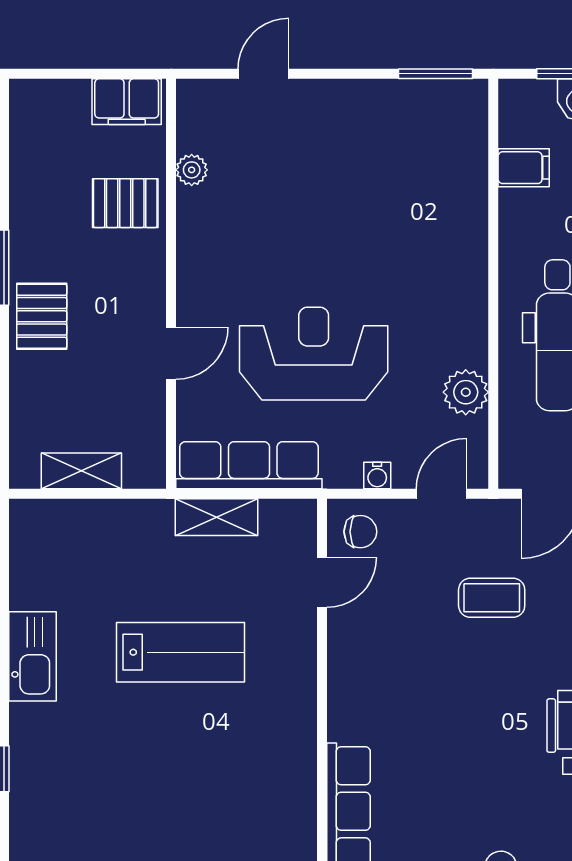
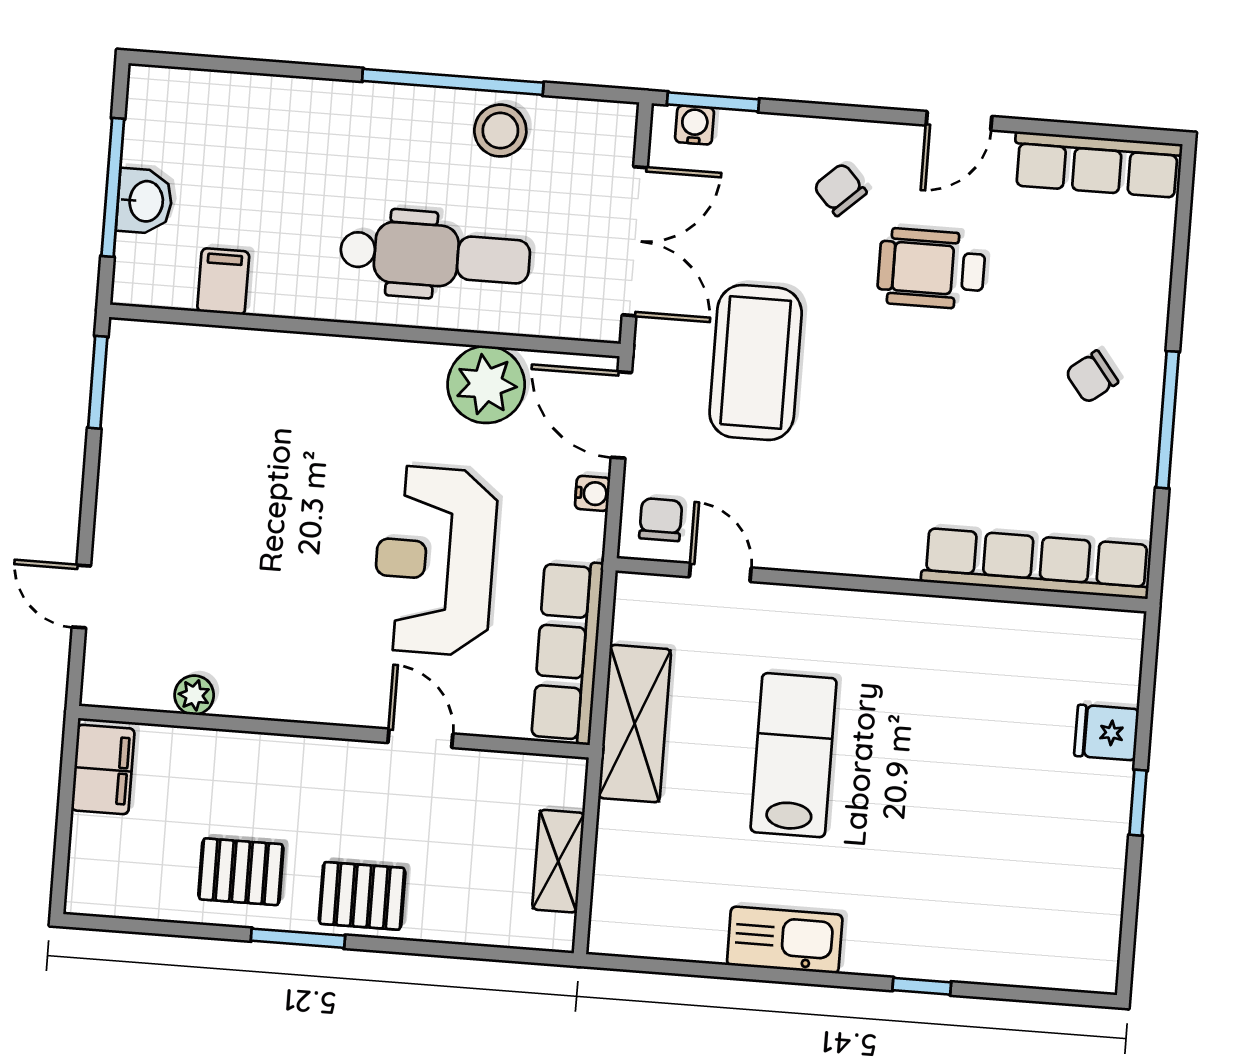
pallet: (125, 203) -> (241, 872), moved, turned 90
plant: (466, 392) -> (486, 385), width x1.36, depth x1.36
door: (442, 494) -> (621, 415), width x1.38
shelving: (216, 517) -> (635, 724), width x1.50, depth x1.33
coffee table: (492, 598) -> (756, 363), width x1.86, depth x1.72

